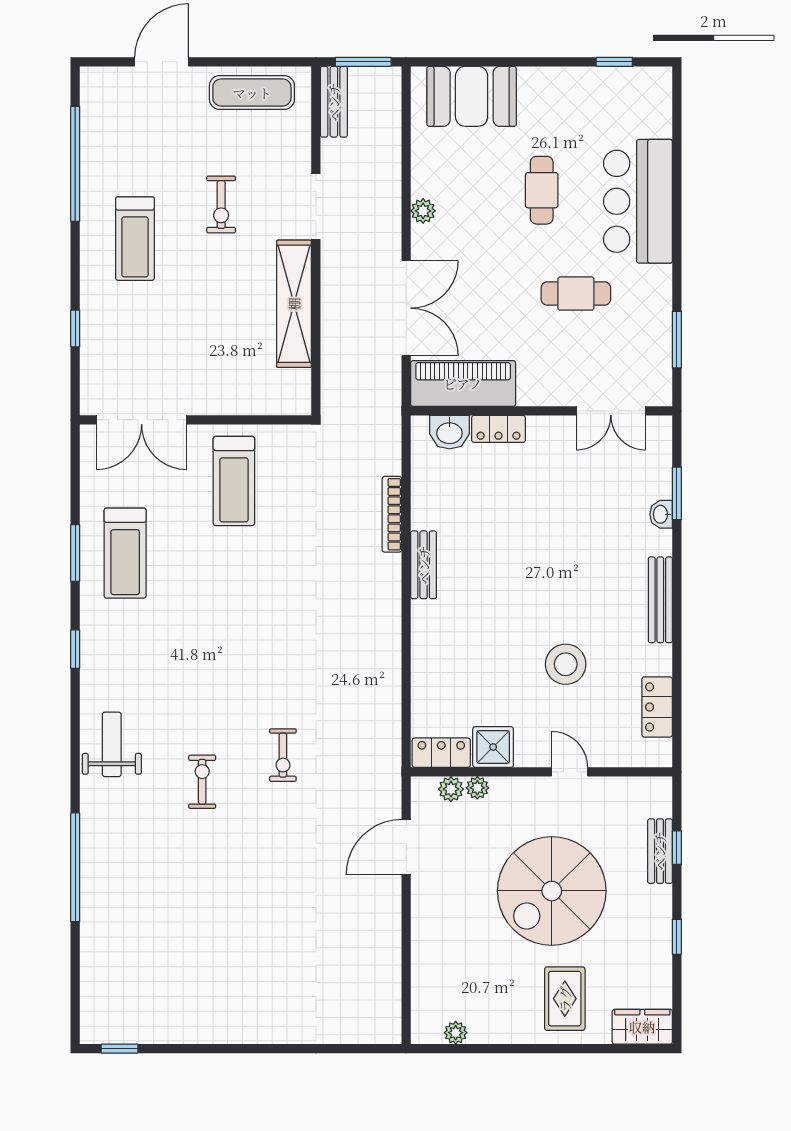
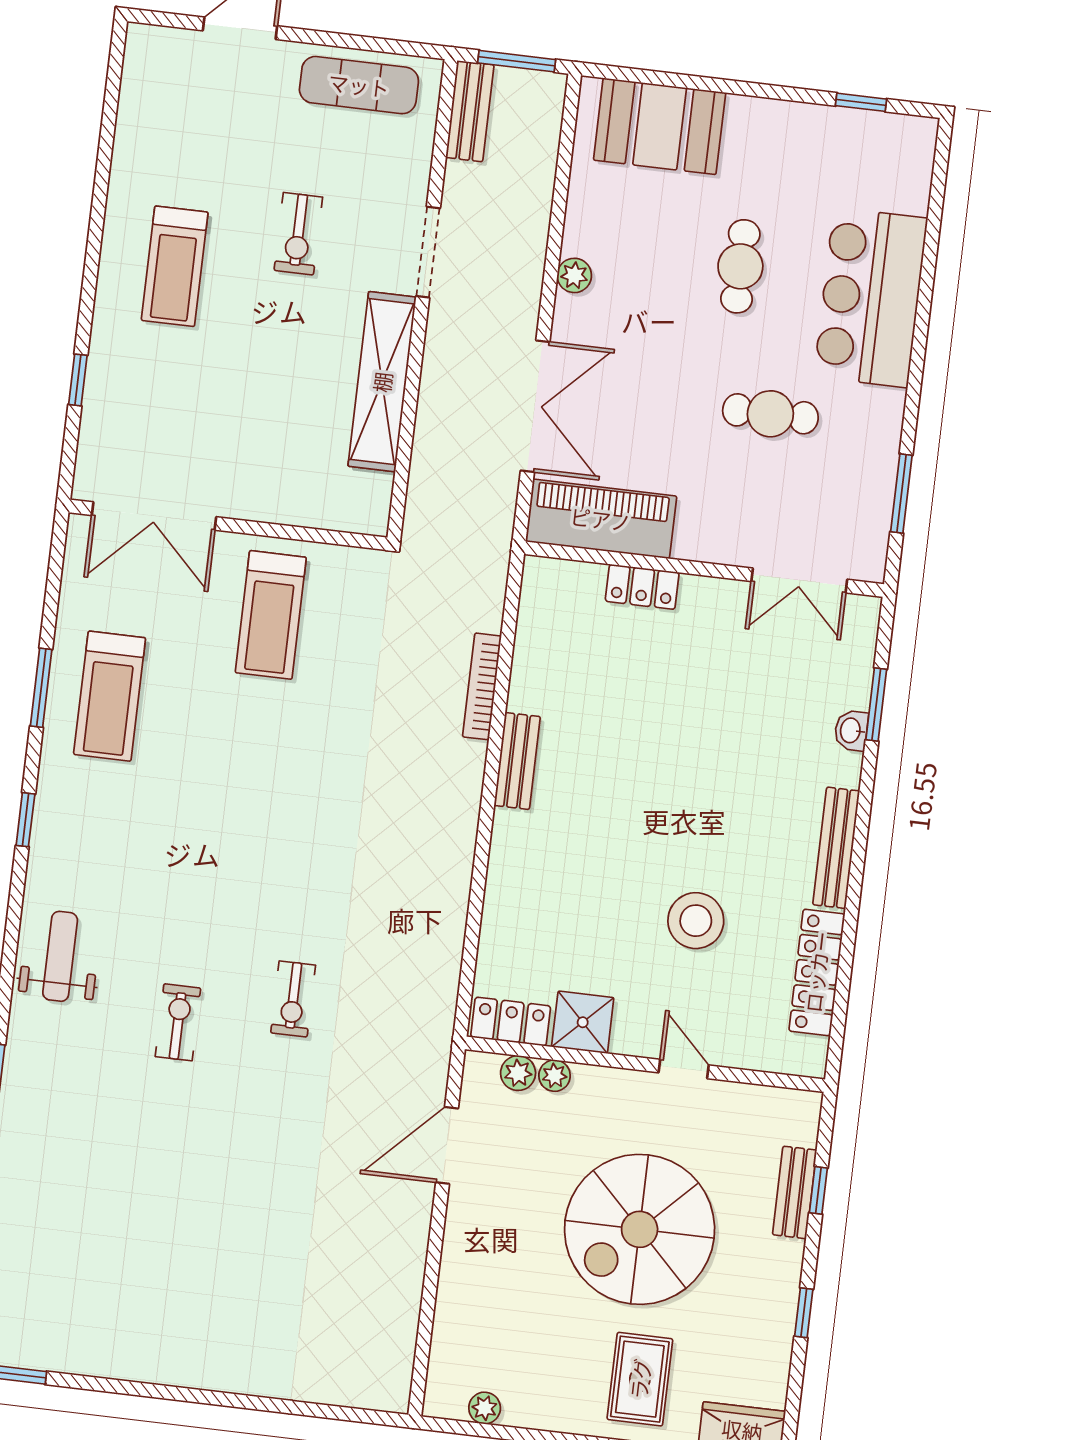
window: (75, 164) -> (105, 154), removed
washbasin: (449, 432) -> (574, 583), removed
locker: (657, 707) -> (817, 972), width x1.53

